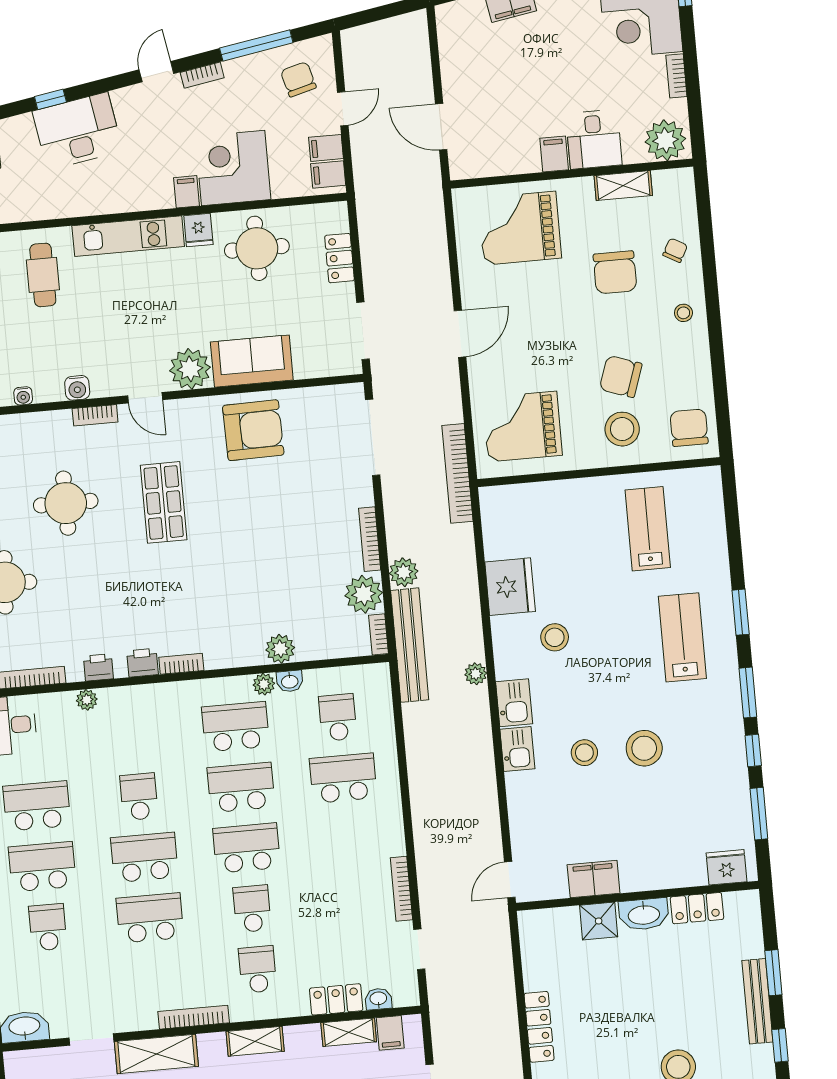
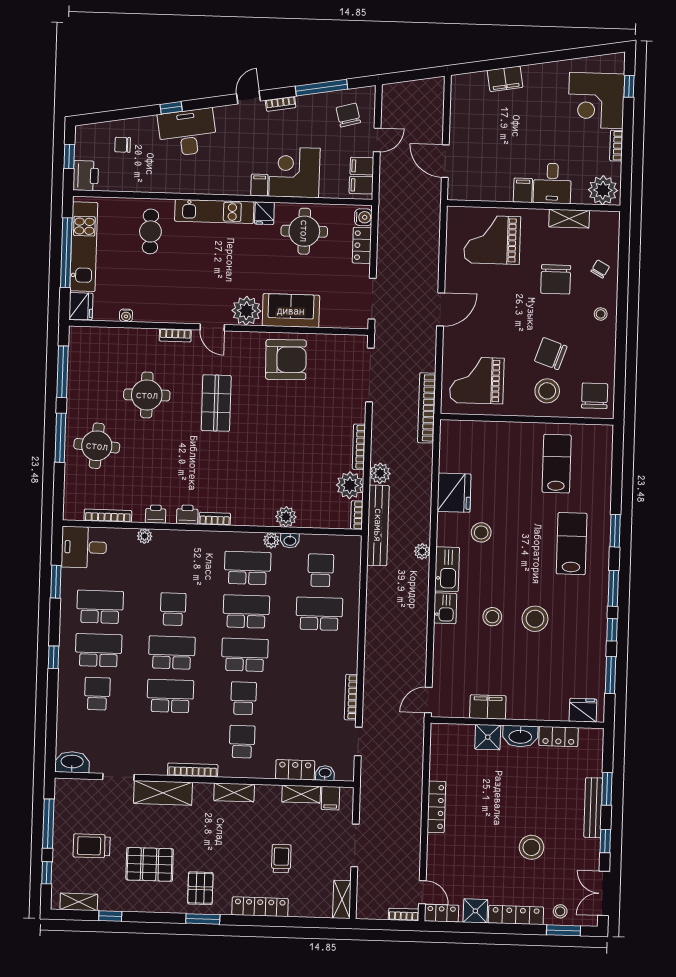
water cooler: (77, 388) -> (363, 217), moved, turned -90
kitchen sink: (514, 703) -> (447, 569), width x1.38

